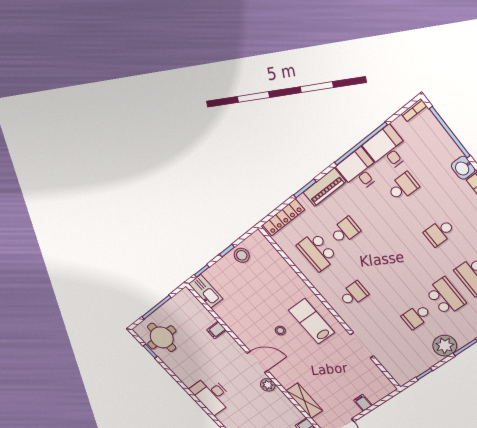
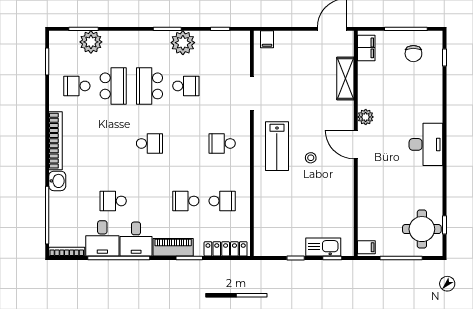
bookcase: (414, 110) -> (67, 252), width x1.56
school desk: (439, 232) -> (149, 143), moved
school desk: (317, 252) -> (222, 201), width x0.54
stool: (242, 255) -> (287, 245), removed
kitchen sink: (206, 291) -> (323, 247), moved, turned 90
filing cabinet: (216, 330) -> (366, 247), moved
filing cabinet: (363, 403) -> (267, 39), moved

